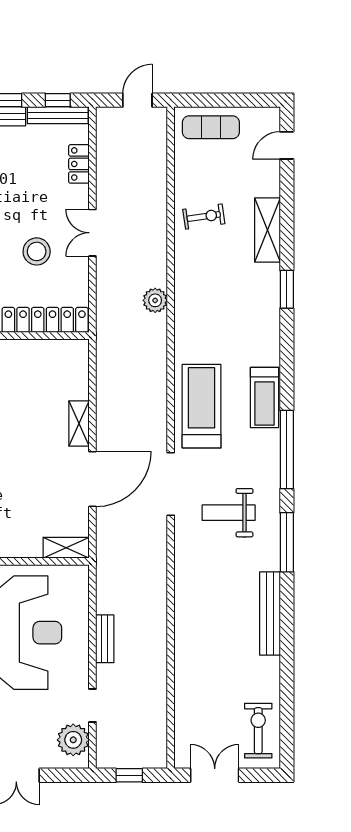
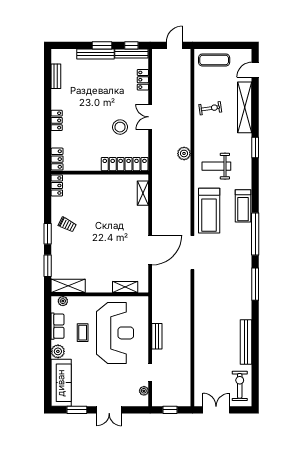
shelving: (267, 230) -> (245, 107), width x1.47
treadmill: (202, 406) -> (209, 211), turned 180
shelving: (79, 423) -> (143, 193), moved
weight bench: (229, 513) -> (216, 166), moved
shelving: (66, 548) -> (125, 287), moved
bench: (270, 614) -> (246, 342), moved
plant: (73, 740) -> (144, 391), width x0.53, depth x0.53

